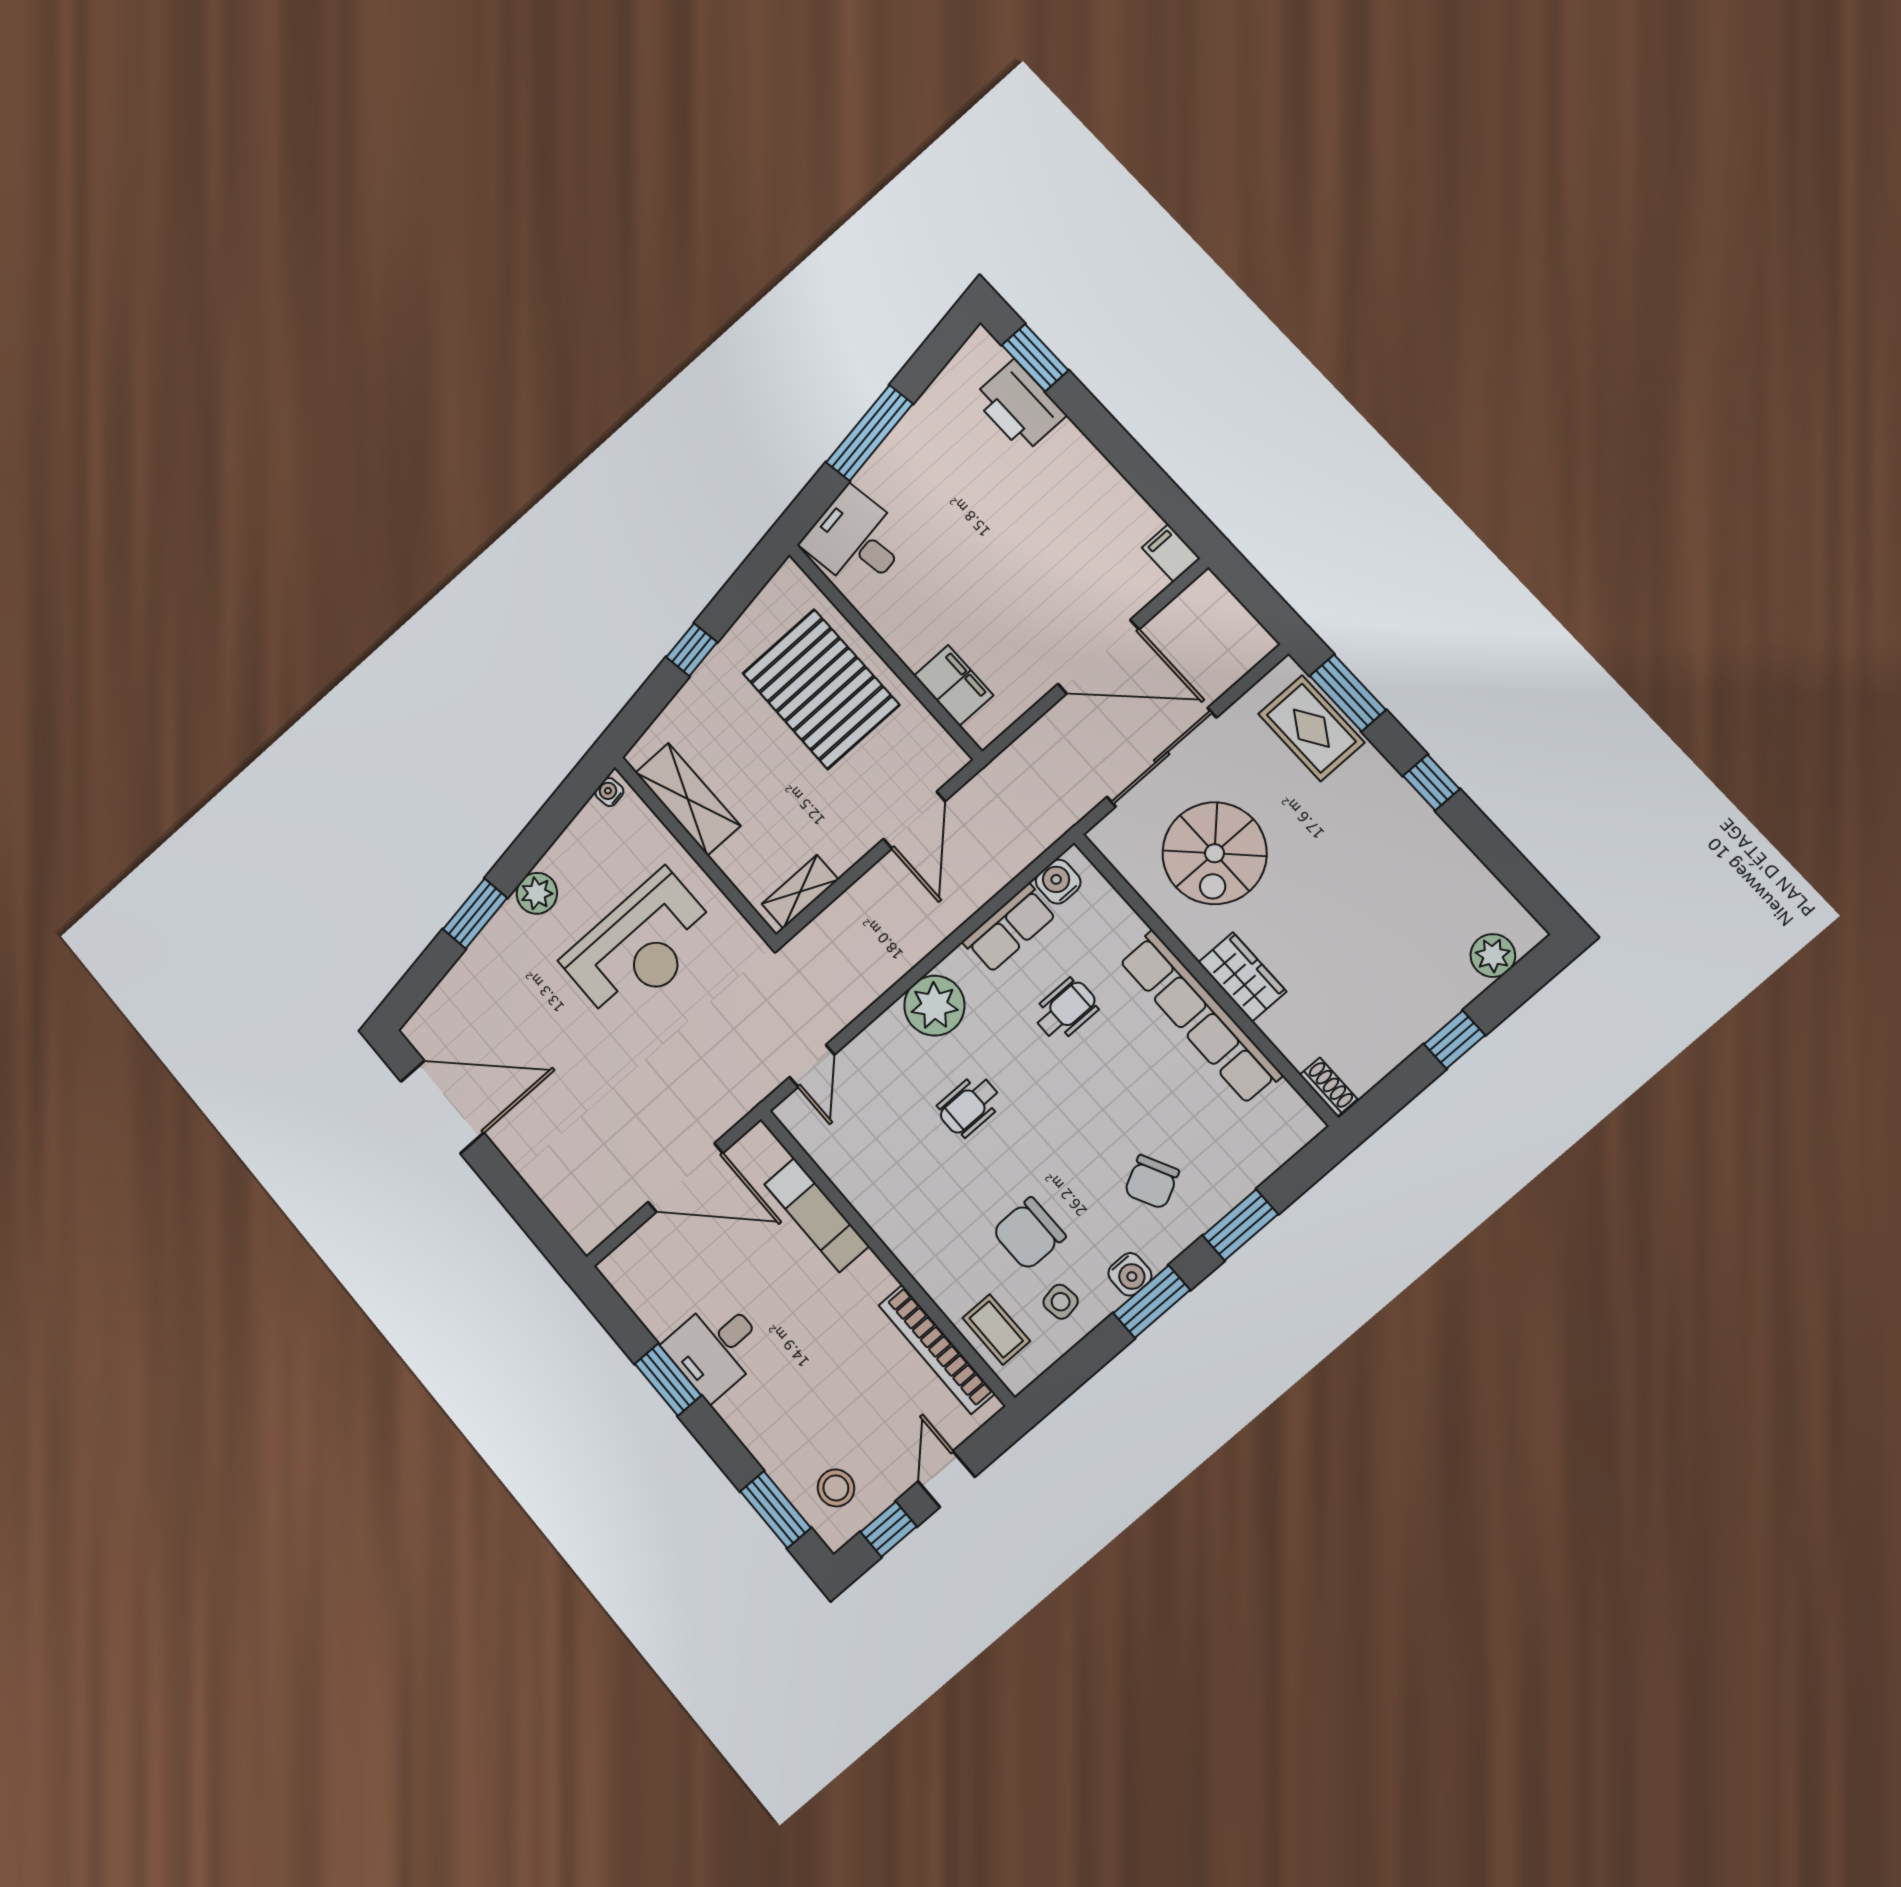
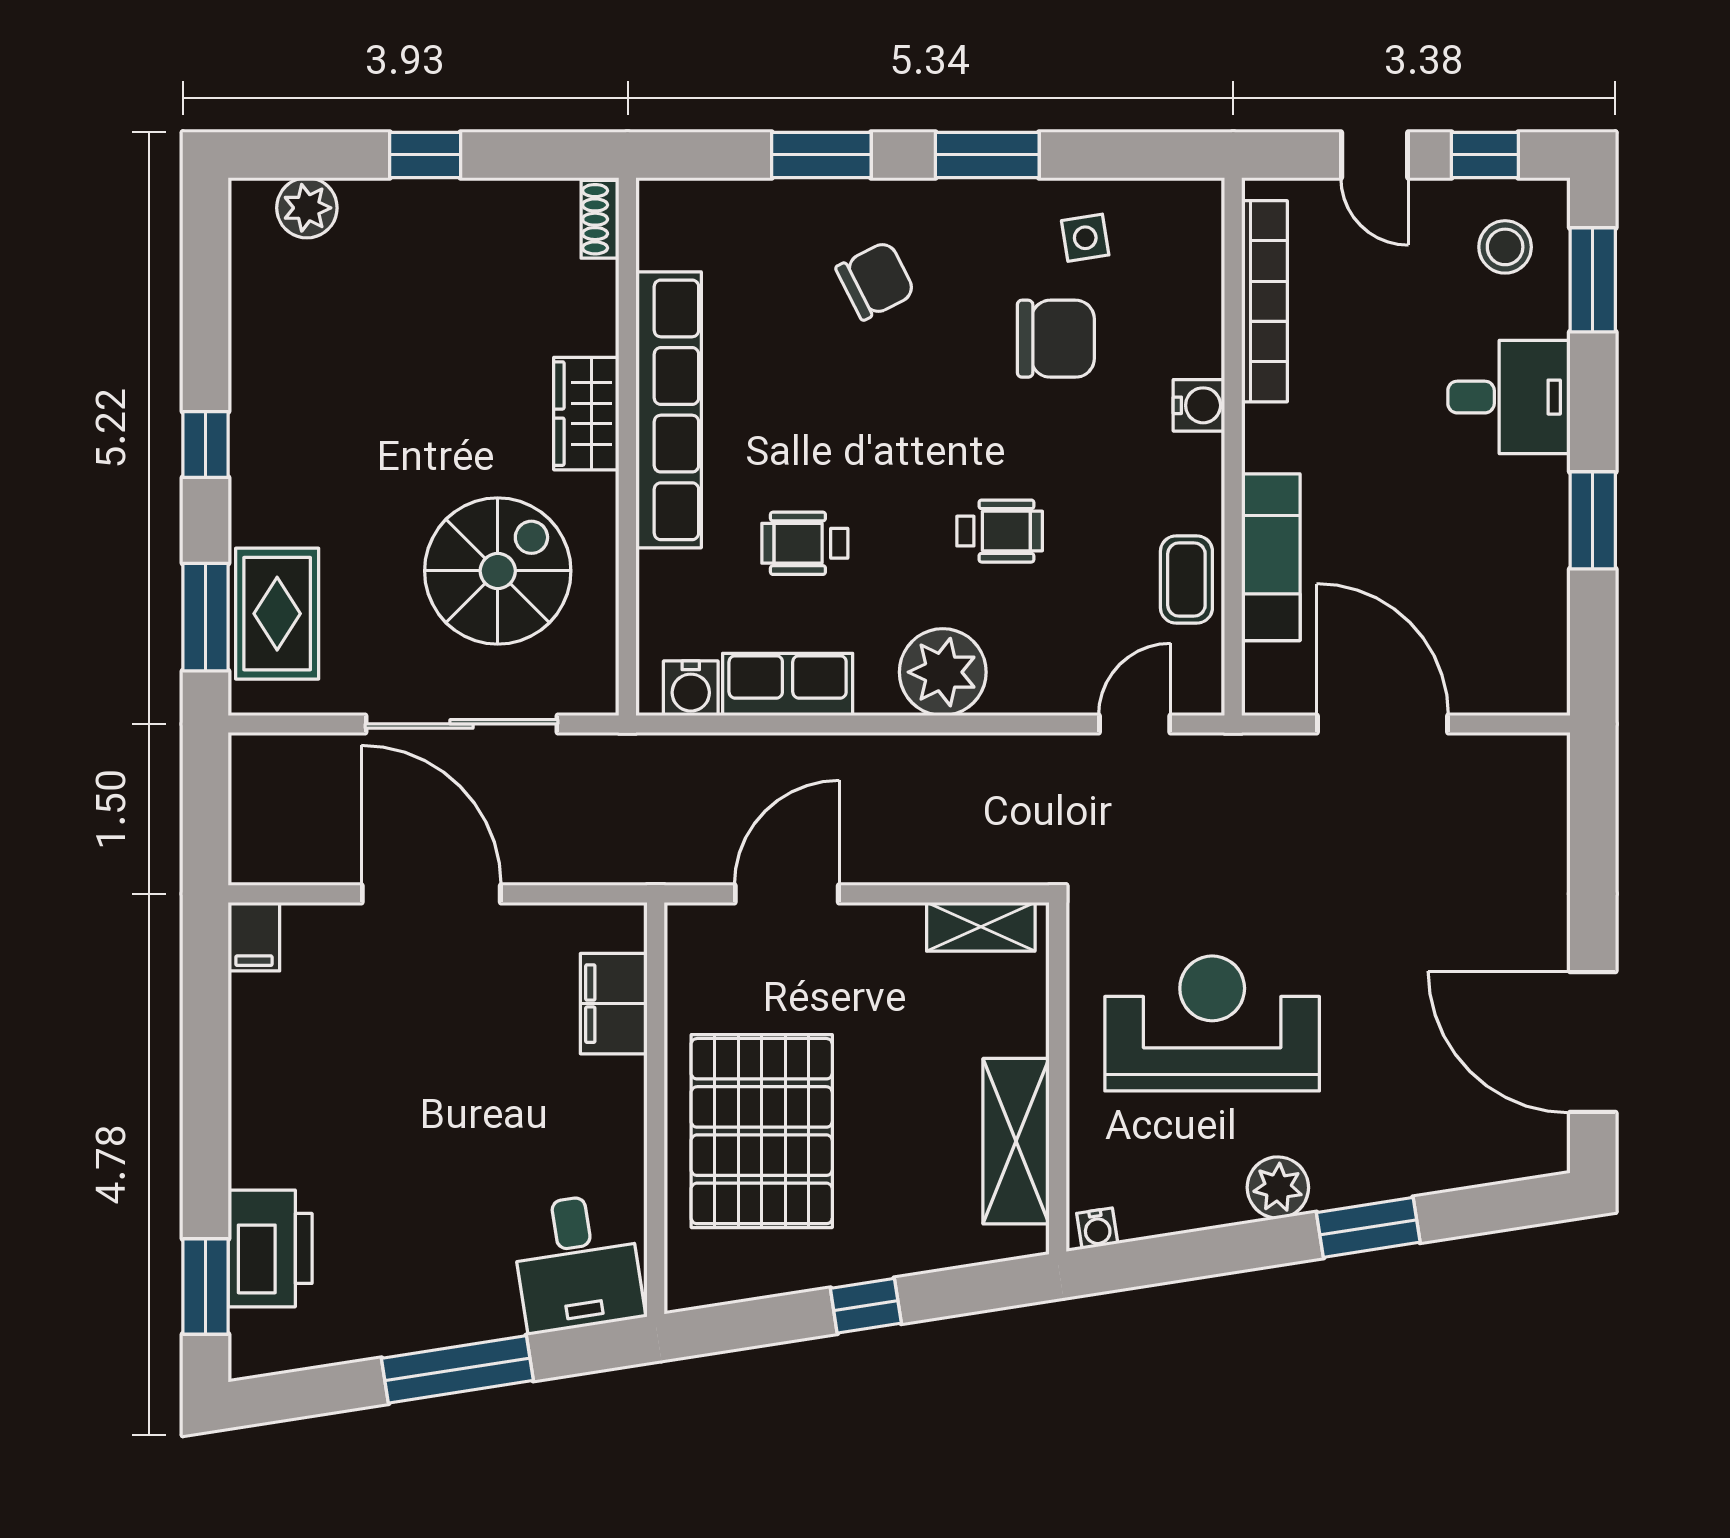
water cooler: (1130, 1274) -> (1199, 405), moved, turned 90
coffee table: (996, 1329) -> (1186, 579), moved
desk: (716, 1348) -> (1509, 397), moved
door: (946, 1479) -> (1375, 155), hinge flipped

